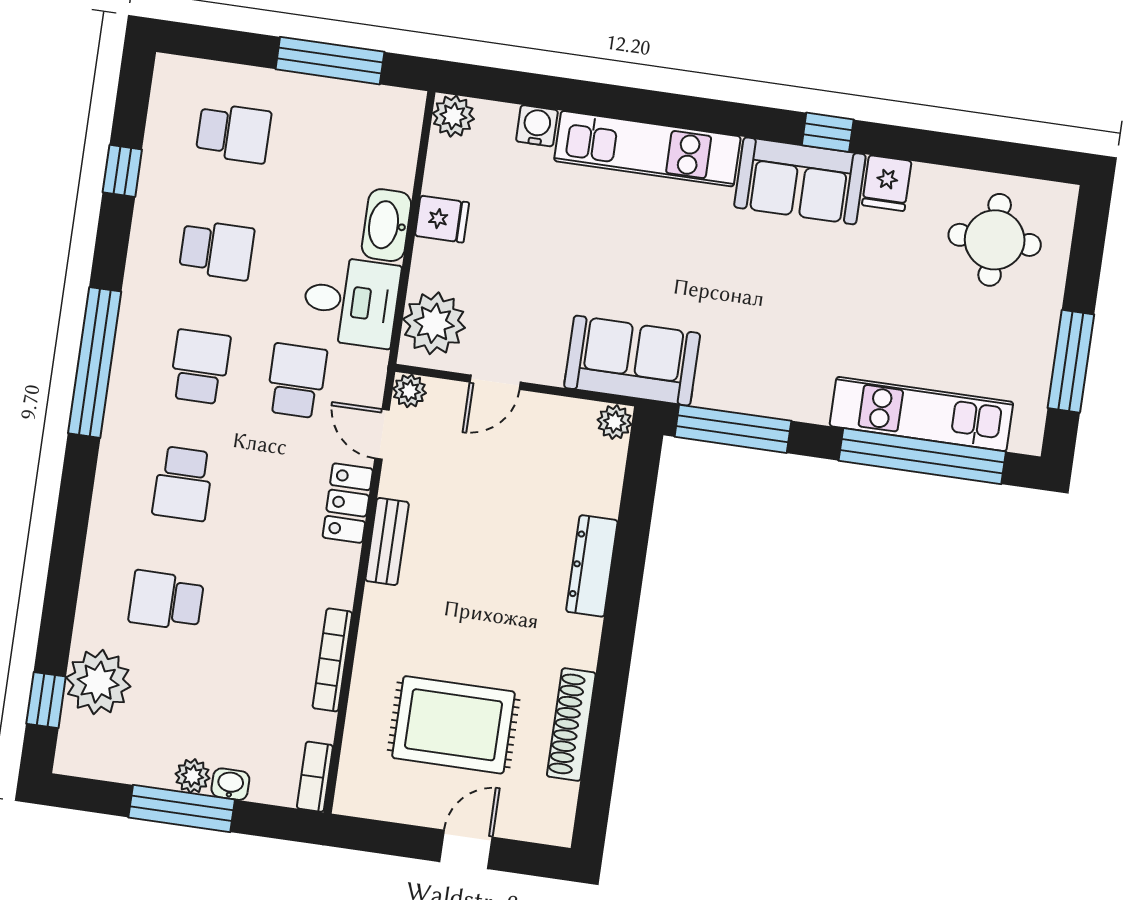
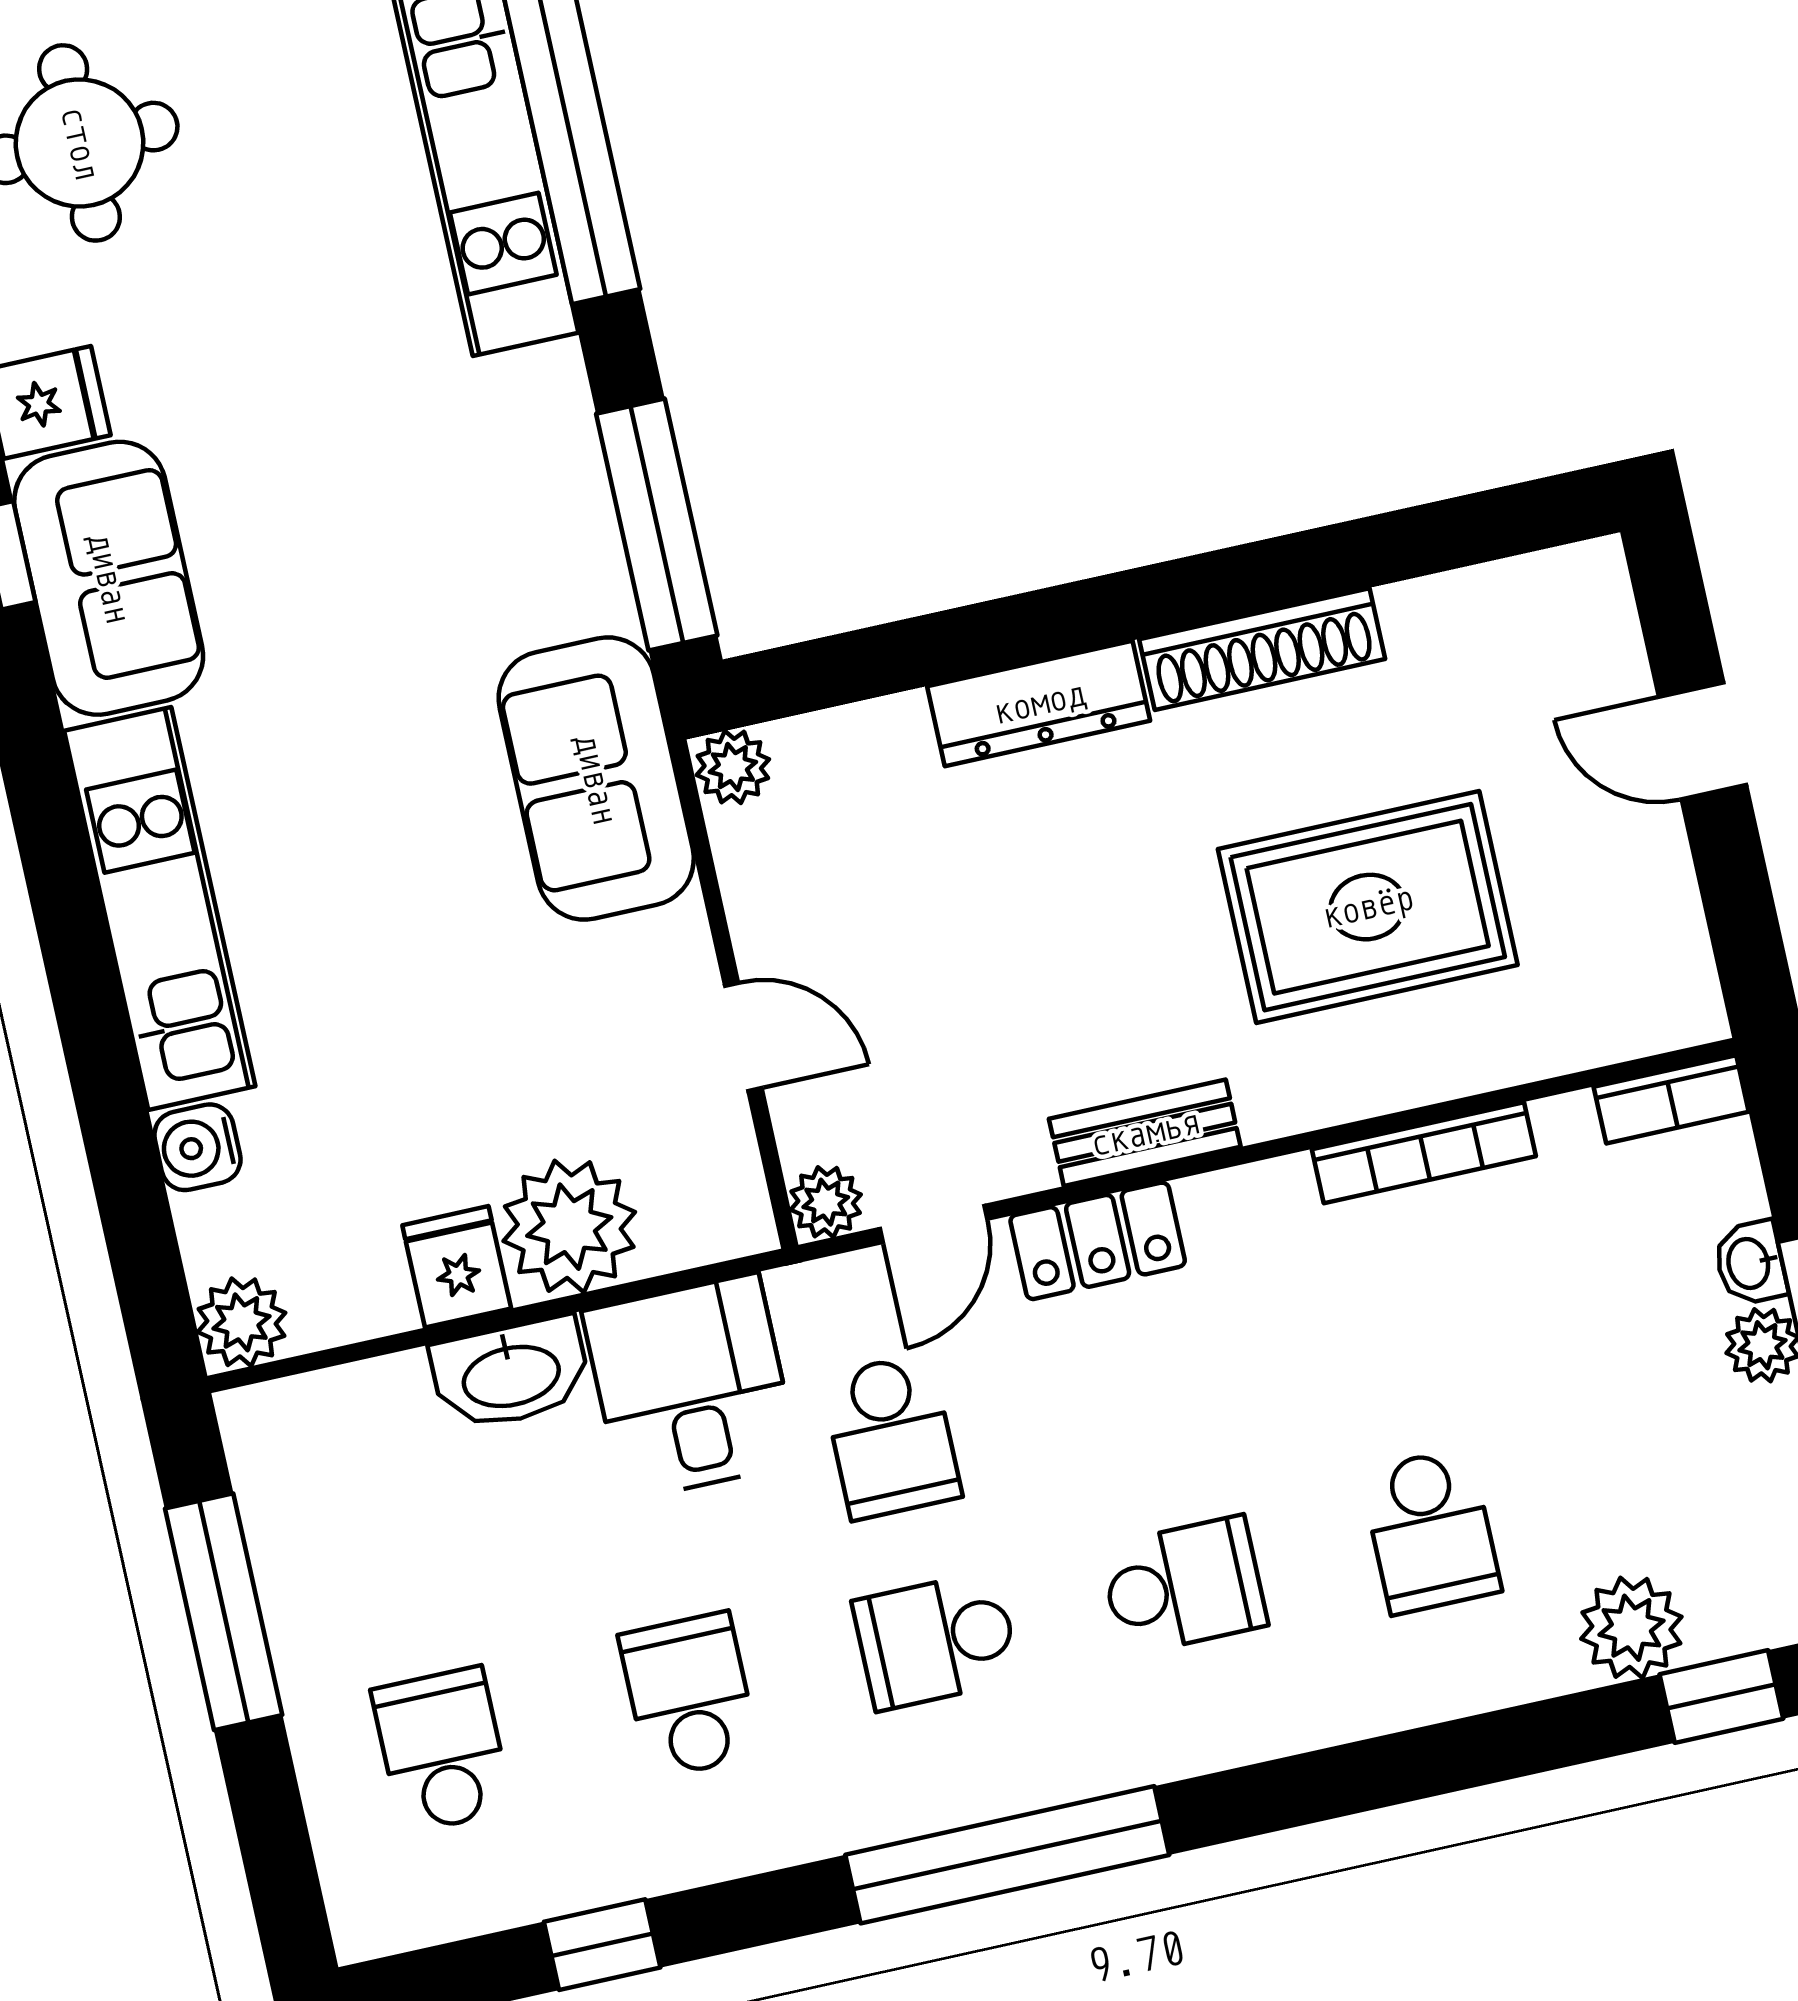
plant: (434, 323) -> (569, 1227), moved
school desk: (296, 381) -> (891, 1436), turned -90
plant: (98, 682) -> (1631, 1628), width x0.73, depth x0.73
rug: (454, 725) -> (1368, 907), moved, turned 90
shoe rack: (571, 725) -> (1262, 649), moved

